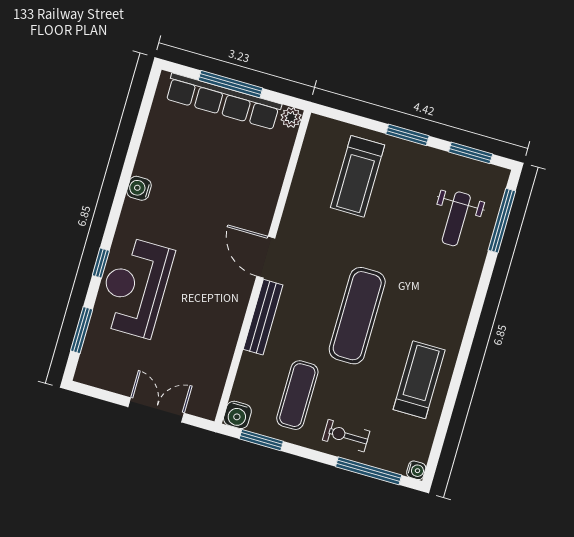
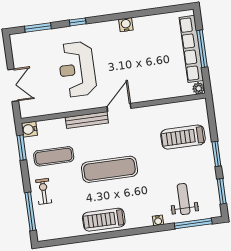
weight bench: (456, 219) -> (184, 199), turned 90
reception desk: (135, 287) -> (77, 69), moved, turned -90
treadmill: (419, 380) -> (104, 220), moved, turned 180
water cooler: (416, 470) -> (158, 220), moved

